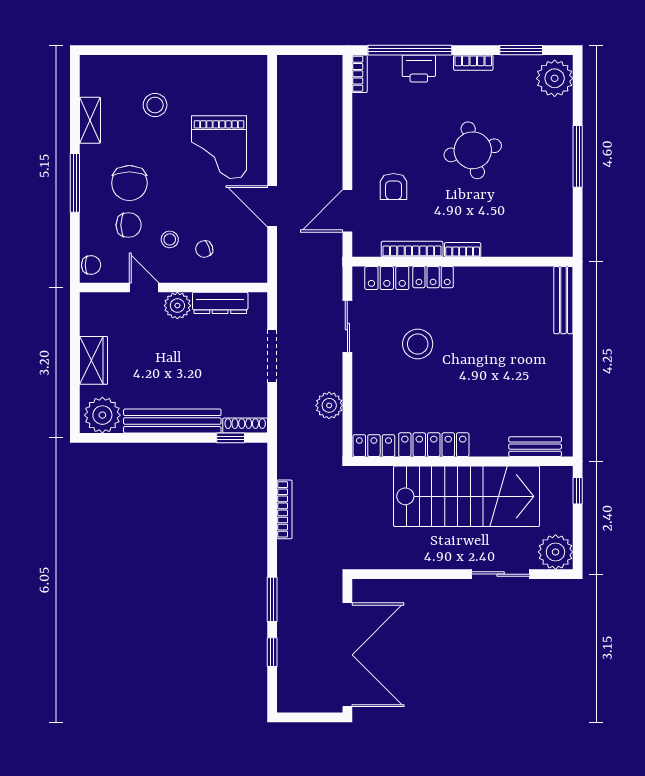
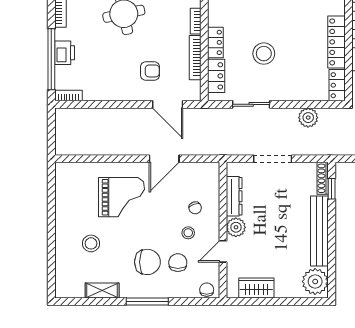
wardrobe: (94, 360) -> (256, 288), moved

